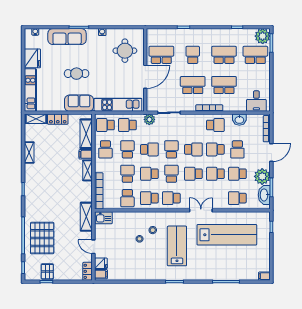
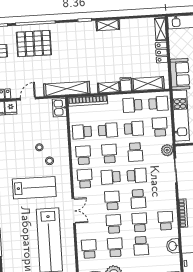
school desk: (105, 125) -> (158, 104), turned 90
school desk: (215, 125) -> (166, 221), turned 180
school desk: (237, 149) -> (141, 246), turned -90
shelving: (29, 152) -> (108, 25), moved
school desk: (171, 174) -> (111, 177), turned 180
shelving: (86, 217) -> (67, 89), width x1.47

